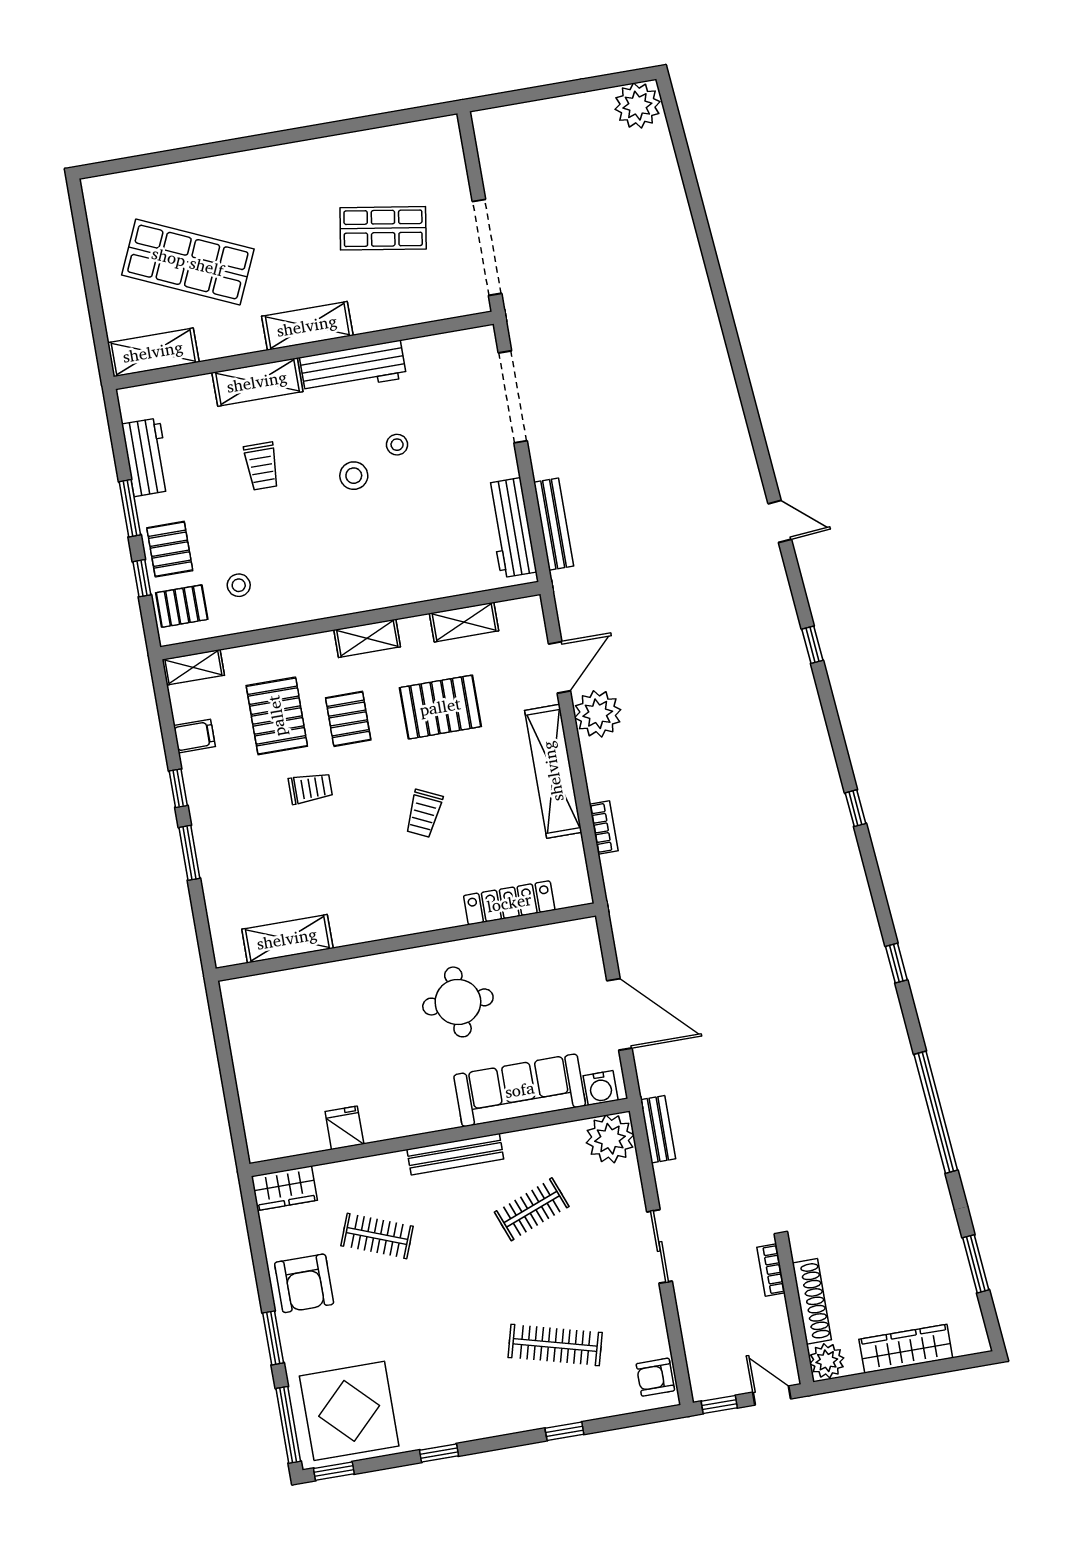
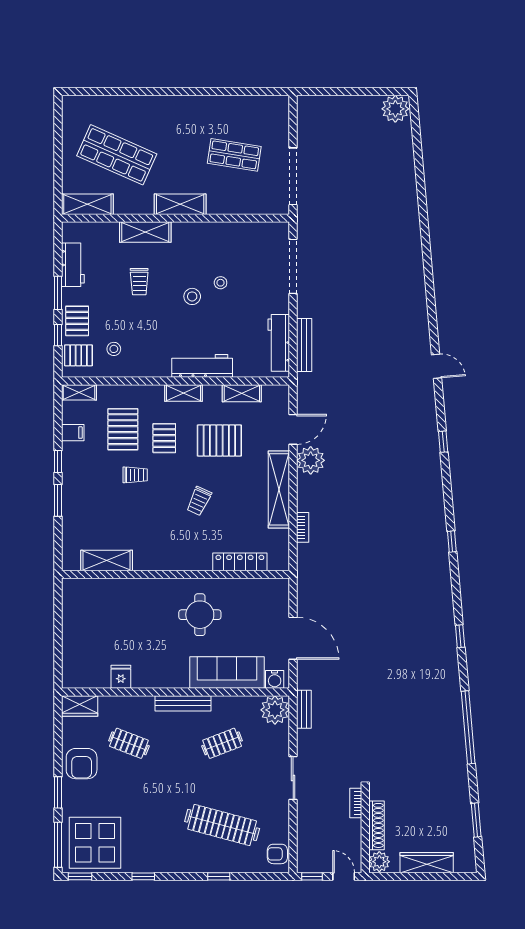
workbench: (353, 367) -> (202, 366), moved, turned 180
clothes rail: (555, 1345) -> (222, 825), width x1.37, depth x1.31

